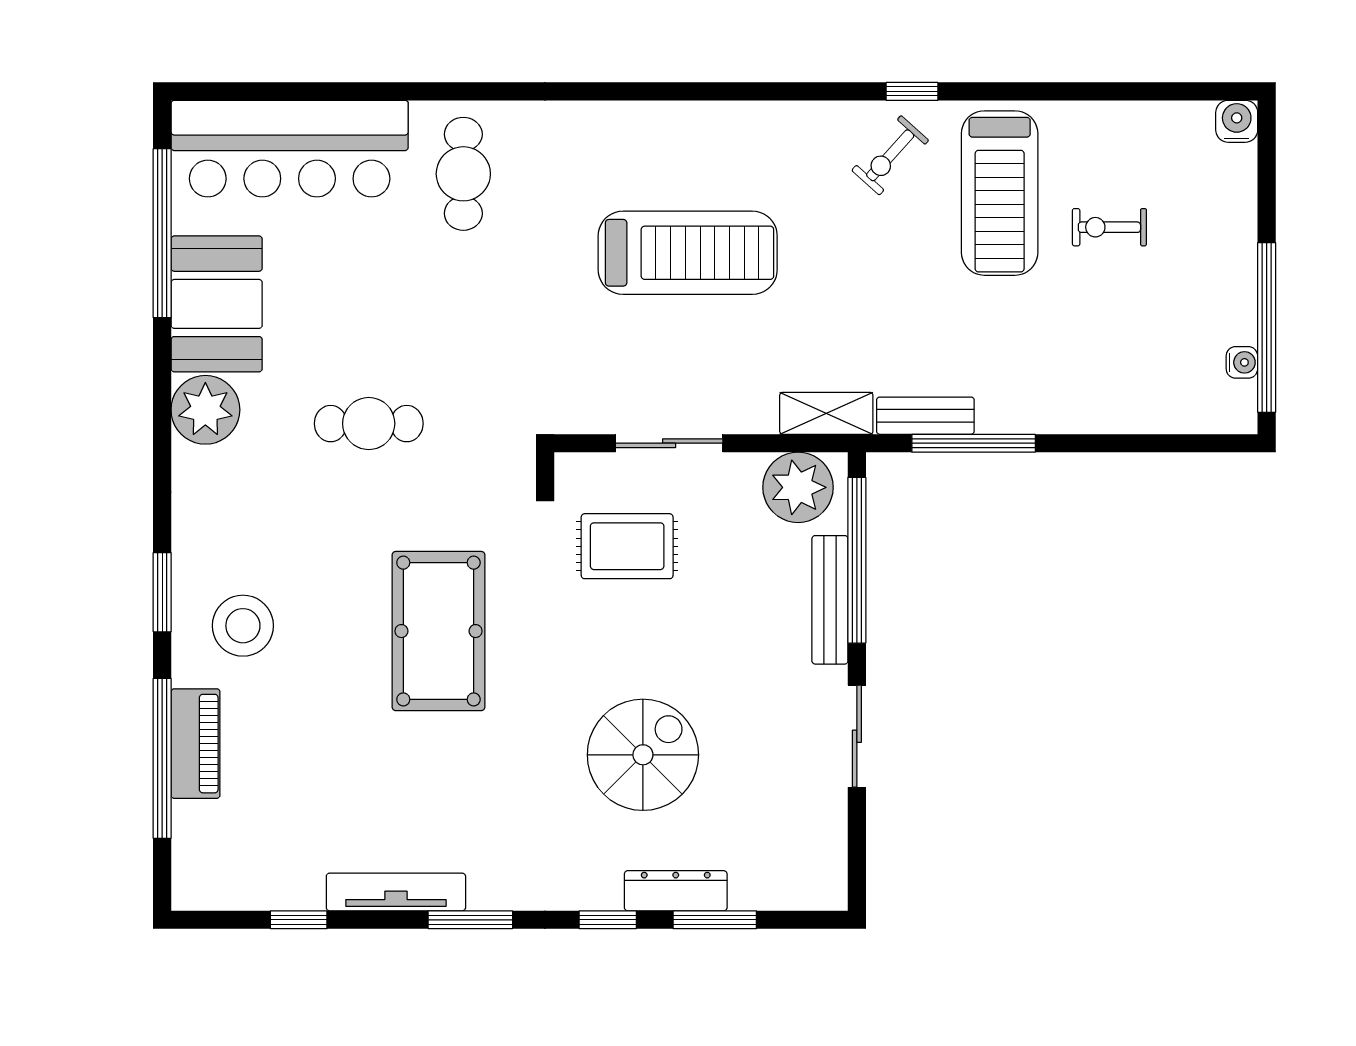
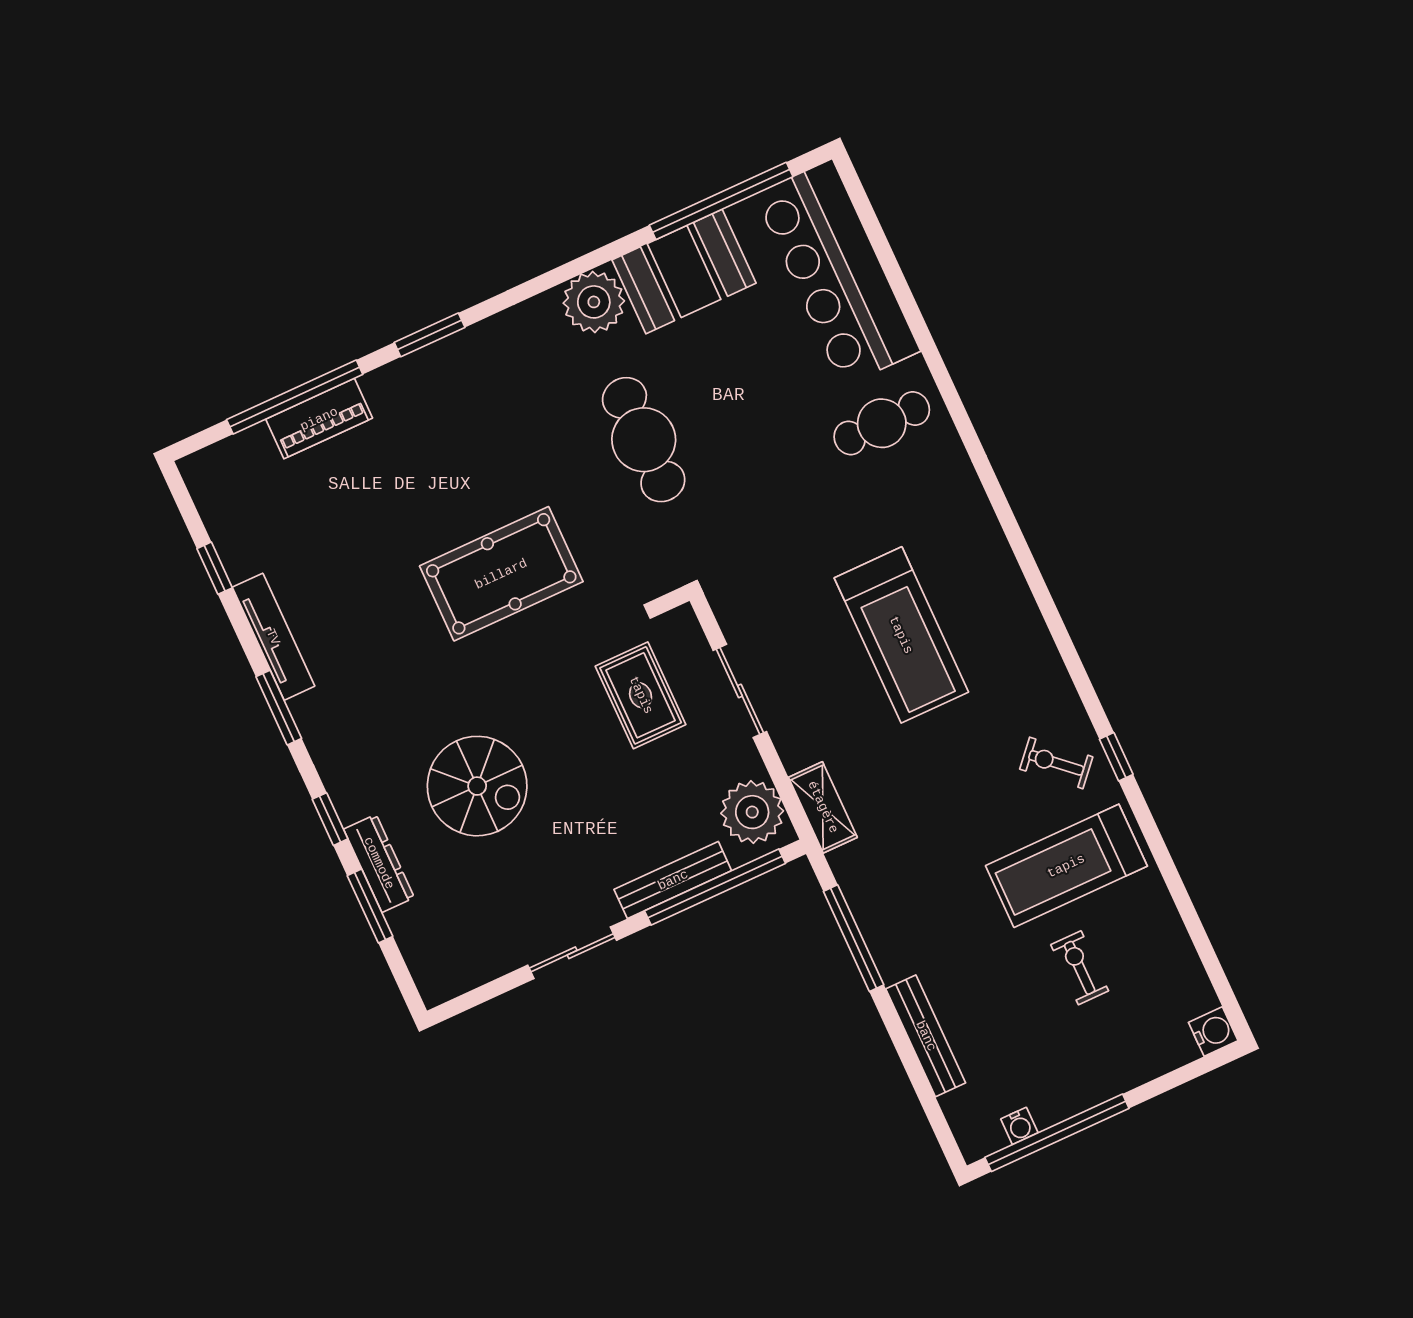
bench: (925, 416) -> (926, 1036), moved, width x1.36
cafe table: (369, 424) -> (644, 440), width x1.37, depth x1.35
stool: (243, 626) -> (433, 413), removed

